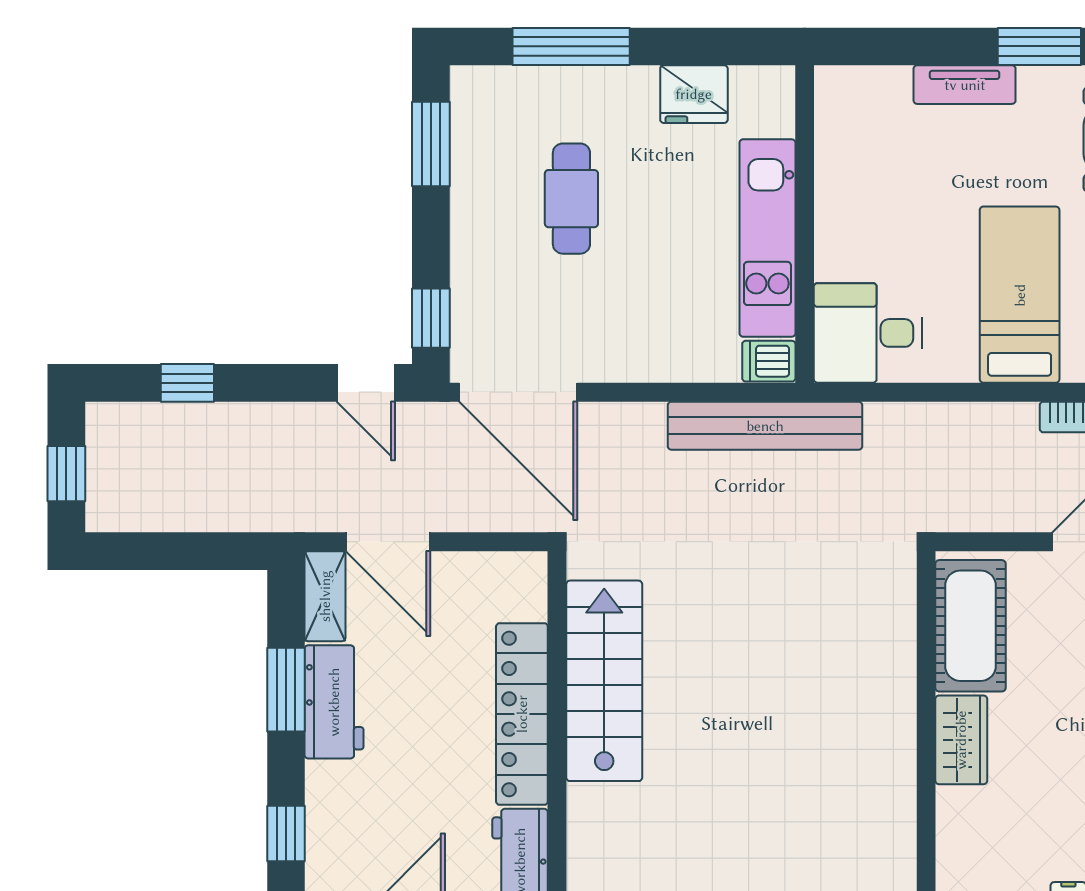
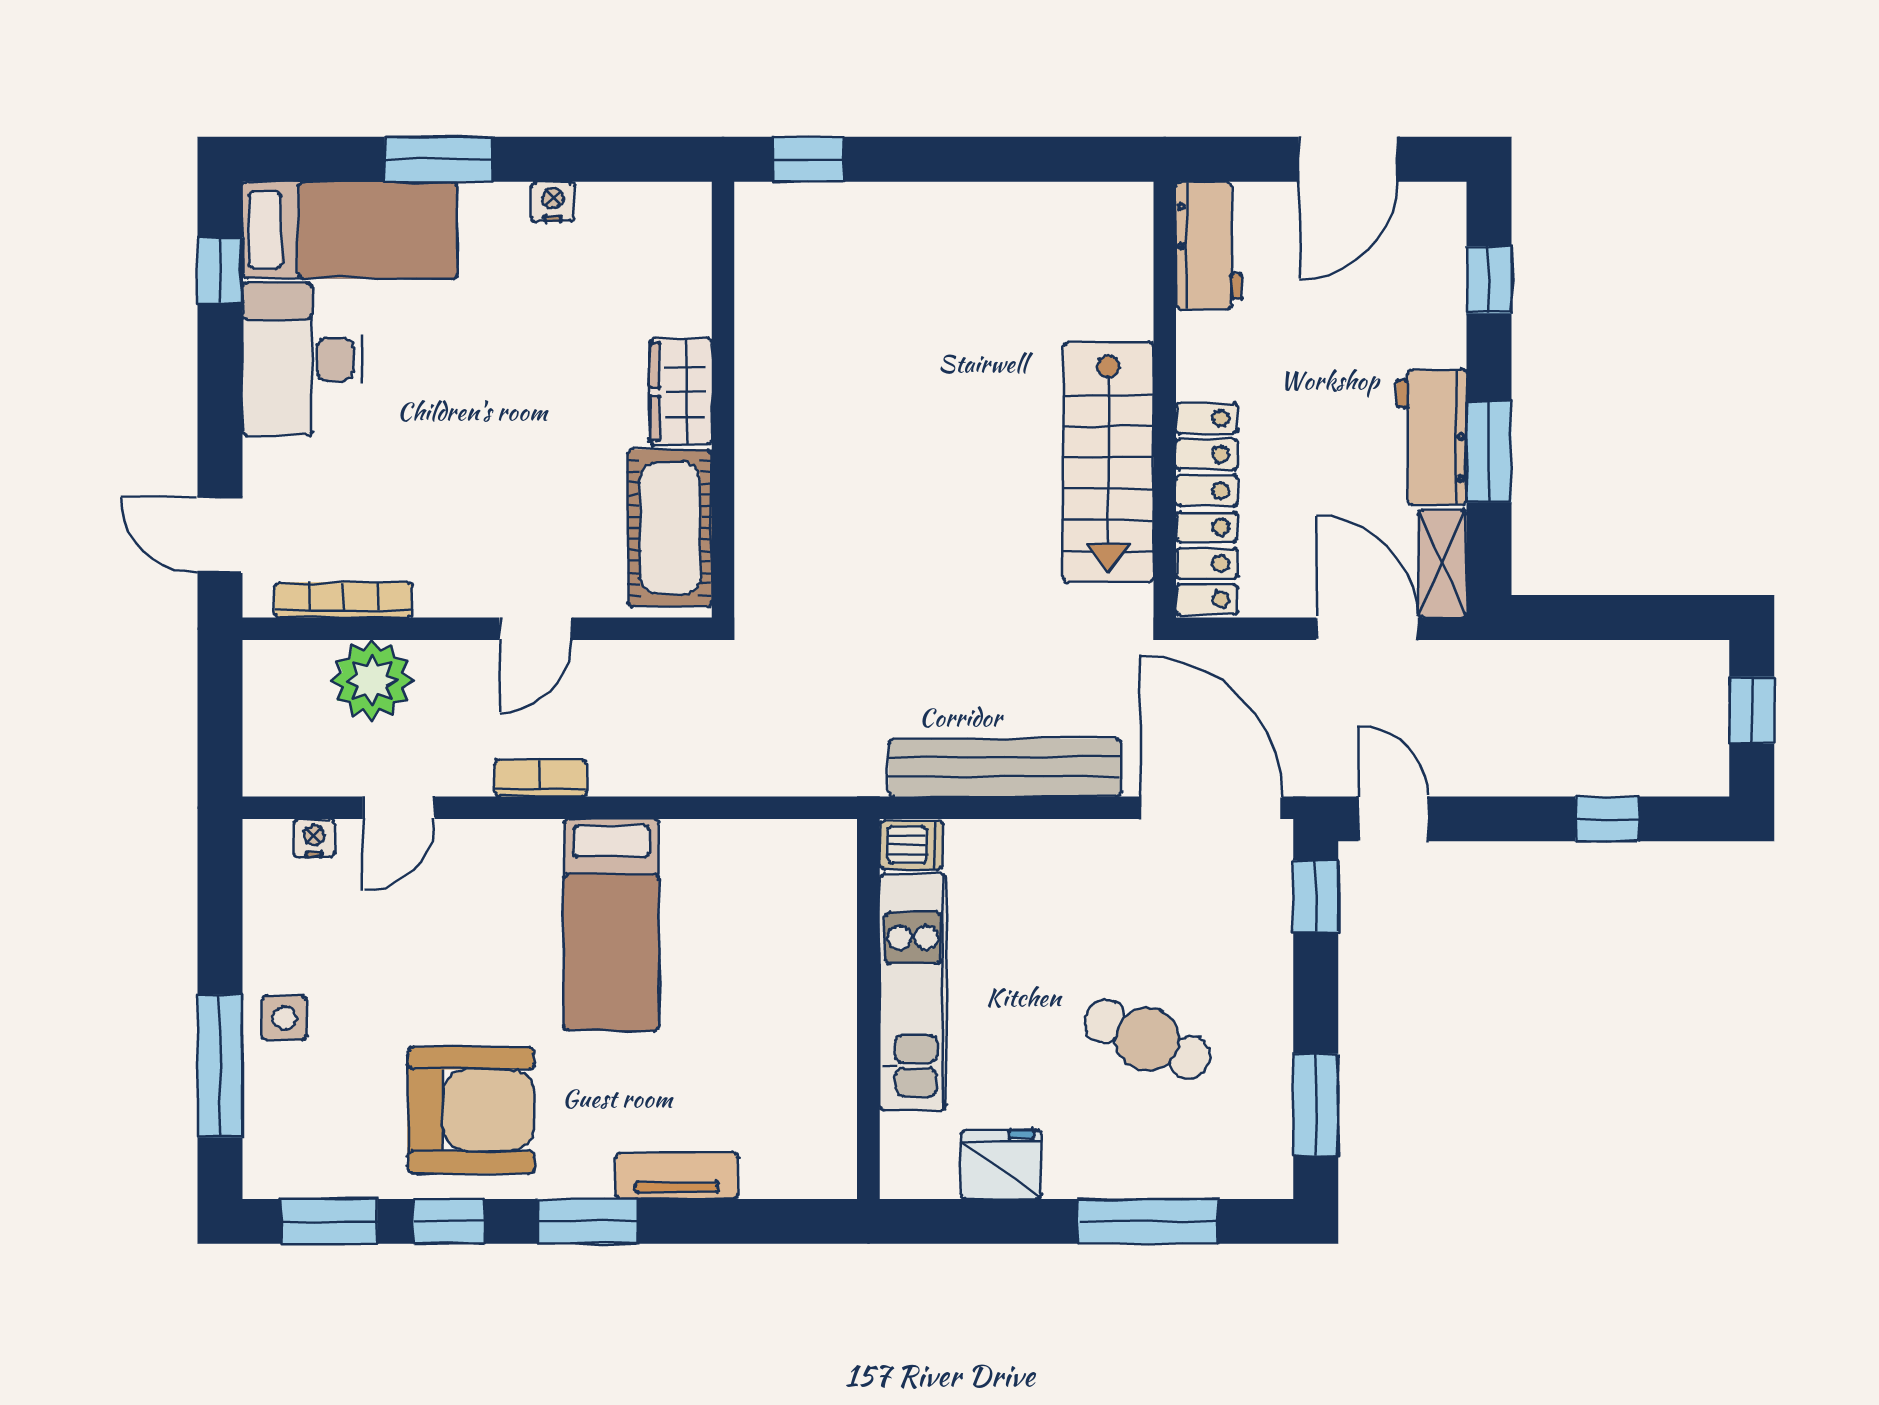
cafe table: (571, 199) -> (1147, 1039), turned -67
desk: (868, 333) -> (793, 879), removed
bench: (765, 426) -> (1005, 768), moved
locker: (522, 714) -> (1207, 509), moved

